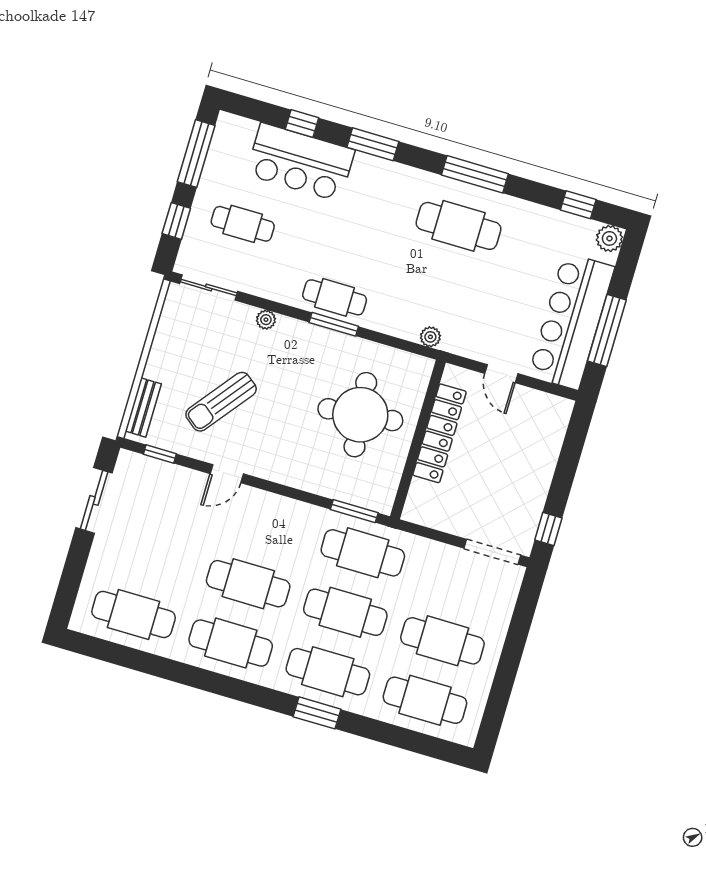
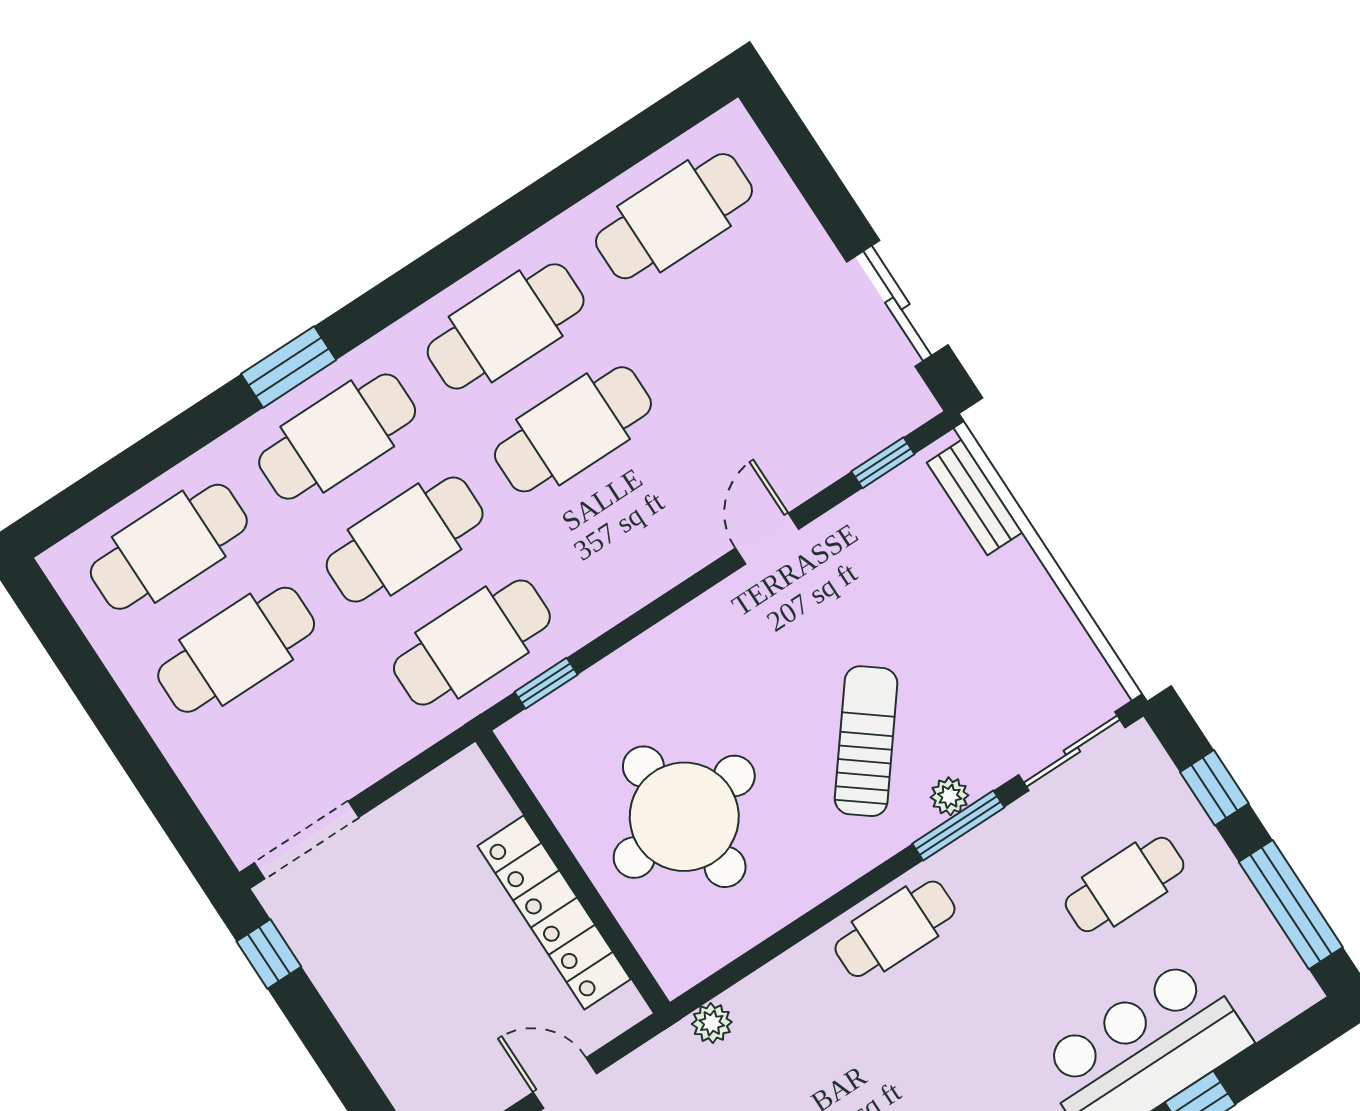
window: (334, 324) -> (958, 825), moved
sun lounger: (221, 402) -> (866, 741), moved
window: (354, 511) -> (546, 683), width x0.67

